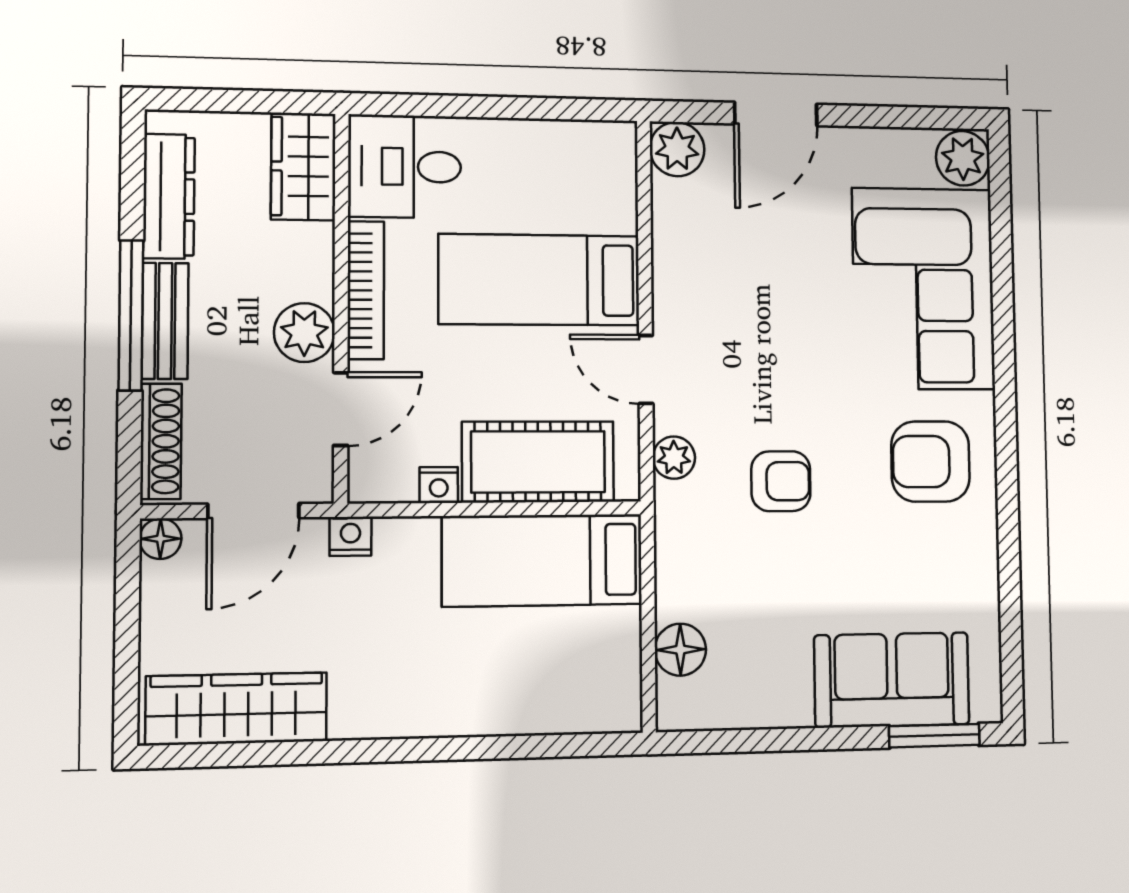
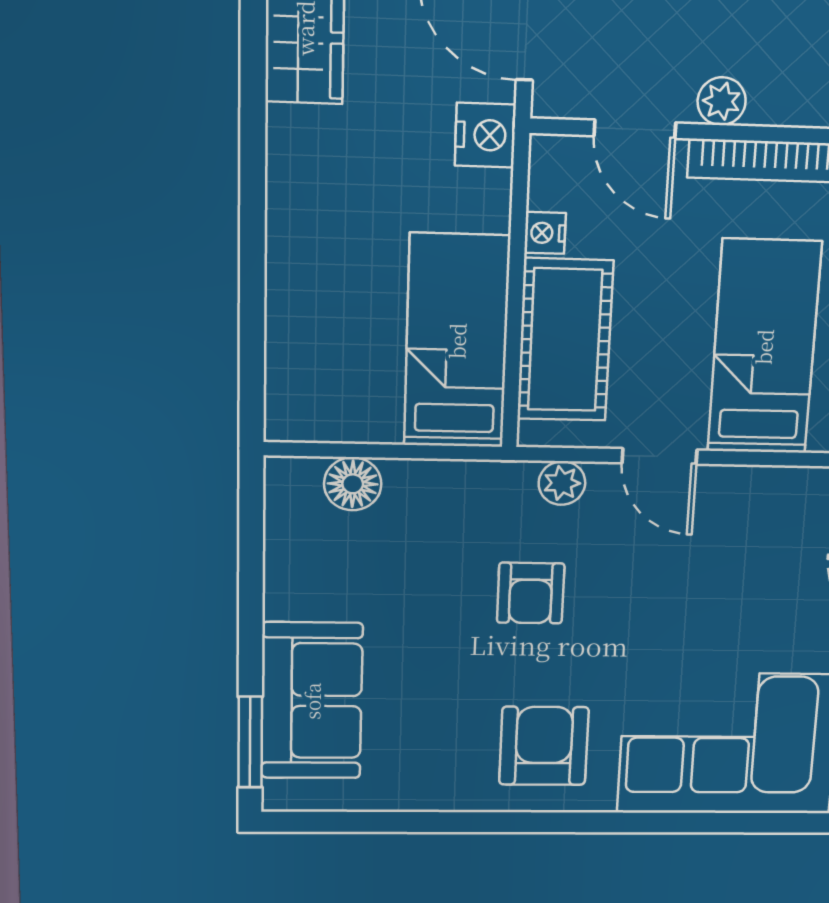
plant: (304, 333) -> (722, 101), width x0.73, depth x0.73
door: (646, 369) -> (659, 456), swing flipped
nightstand: (350, 536) -> (485, 135), width x1.39, depth x1.35

